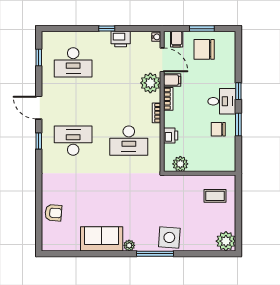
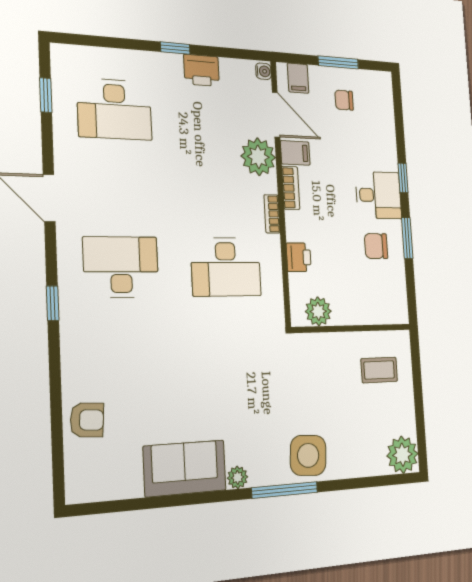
chair: (204, 49) -> (344, 100), width x0.54, depth x0.54
window: (39, 141) -> (53, 303), moved

